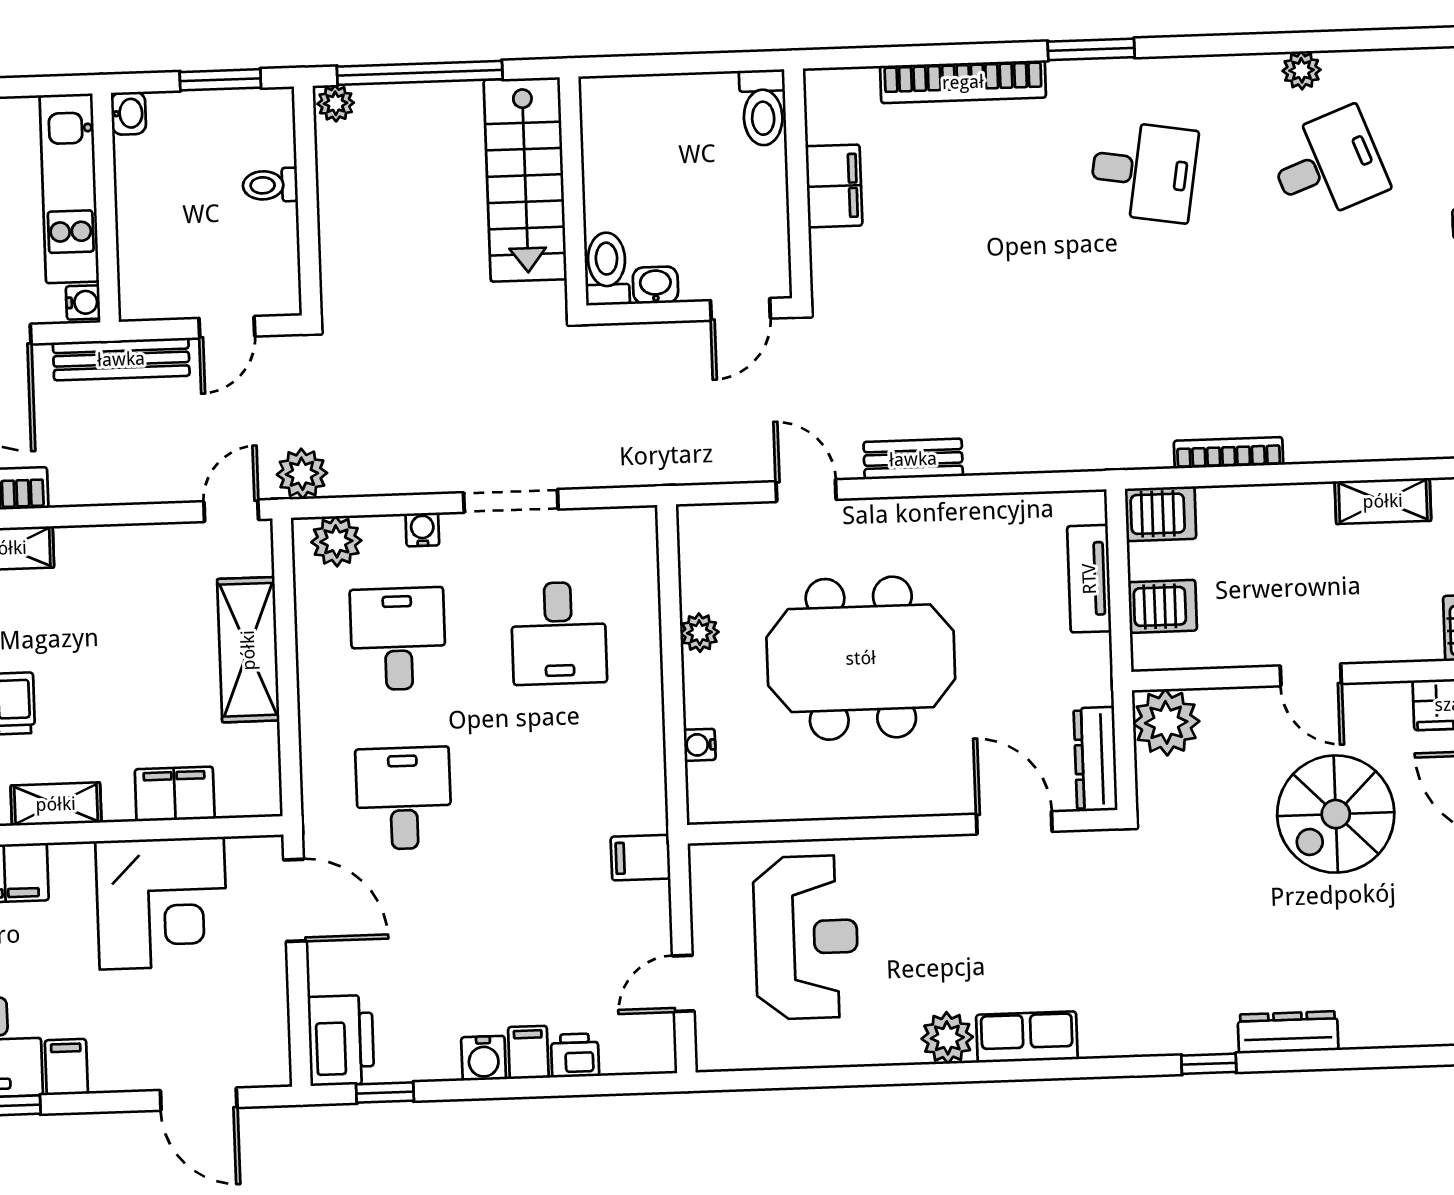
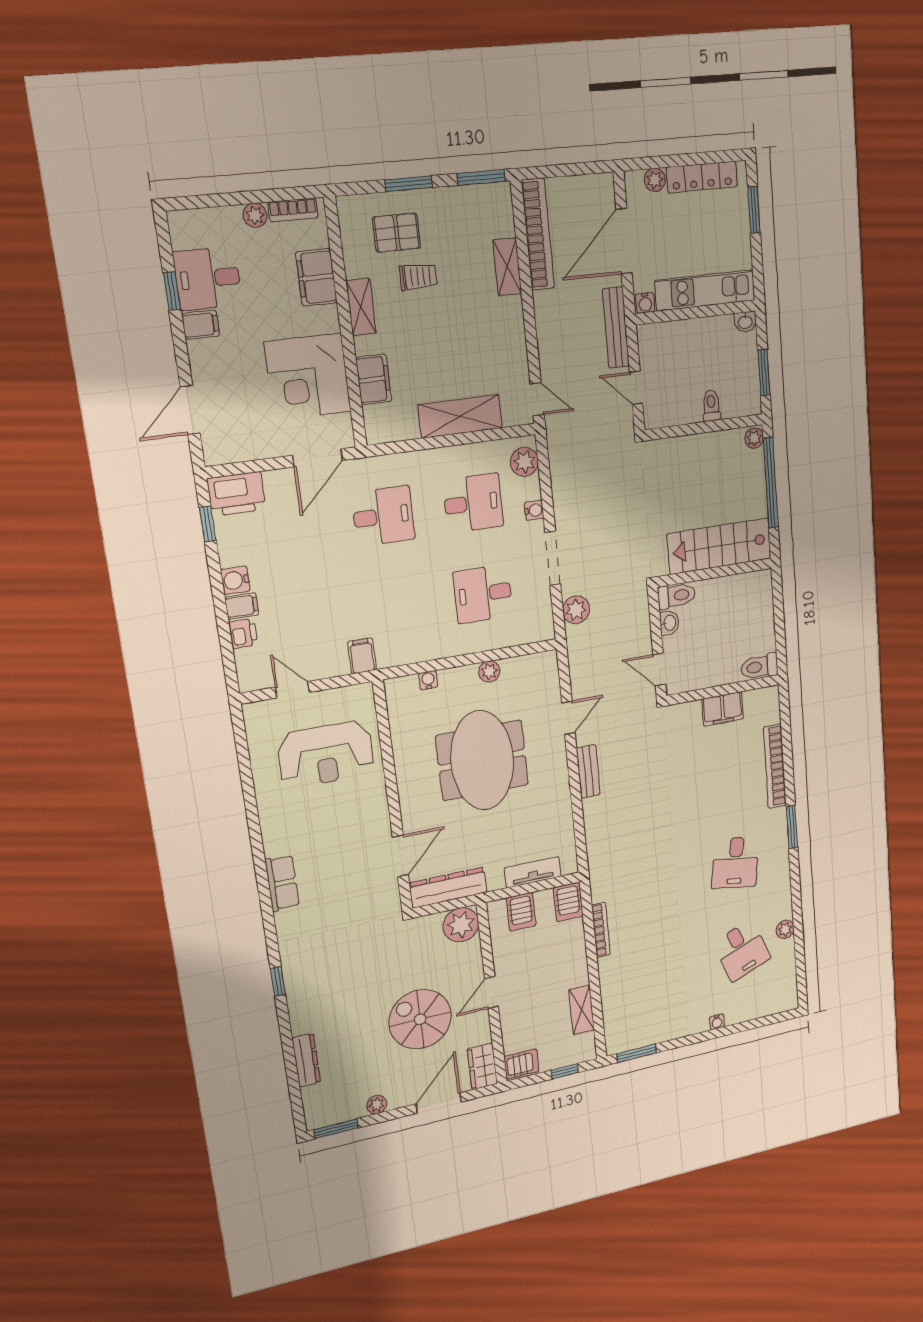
plant: (302, 474) -> (576, 610), moved
dresser: (1096, 759) -> (448, 888), width x1.37, depth x1.24
dresser: (1288, 1032) -> (306, 1060), moved
plant: (947, 1038) -> (277, 840), removed

